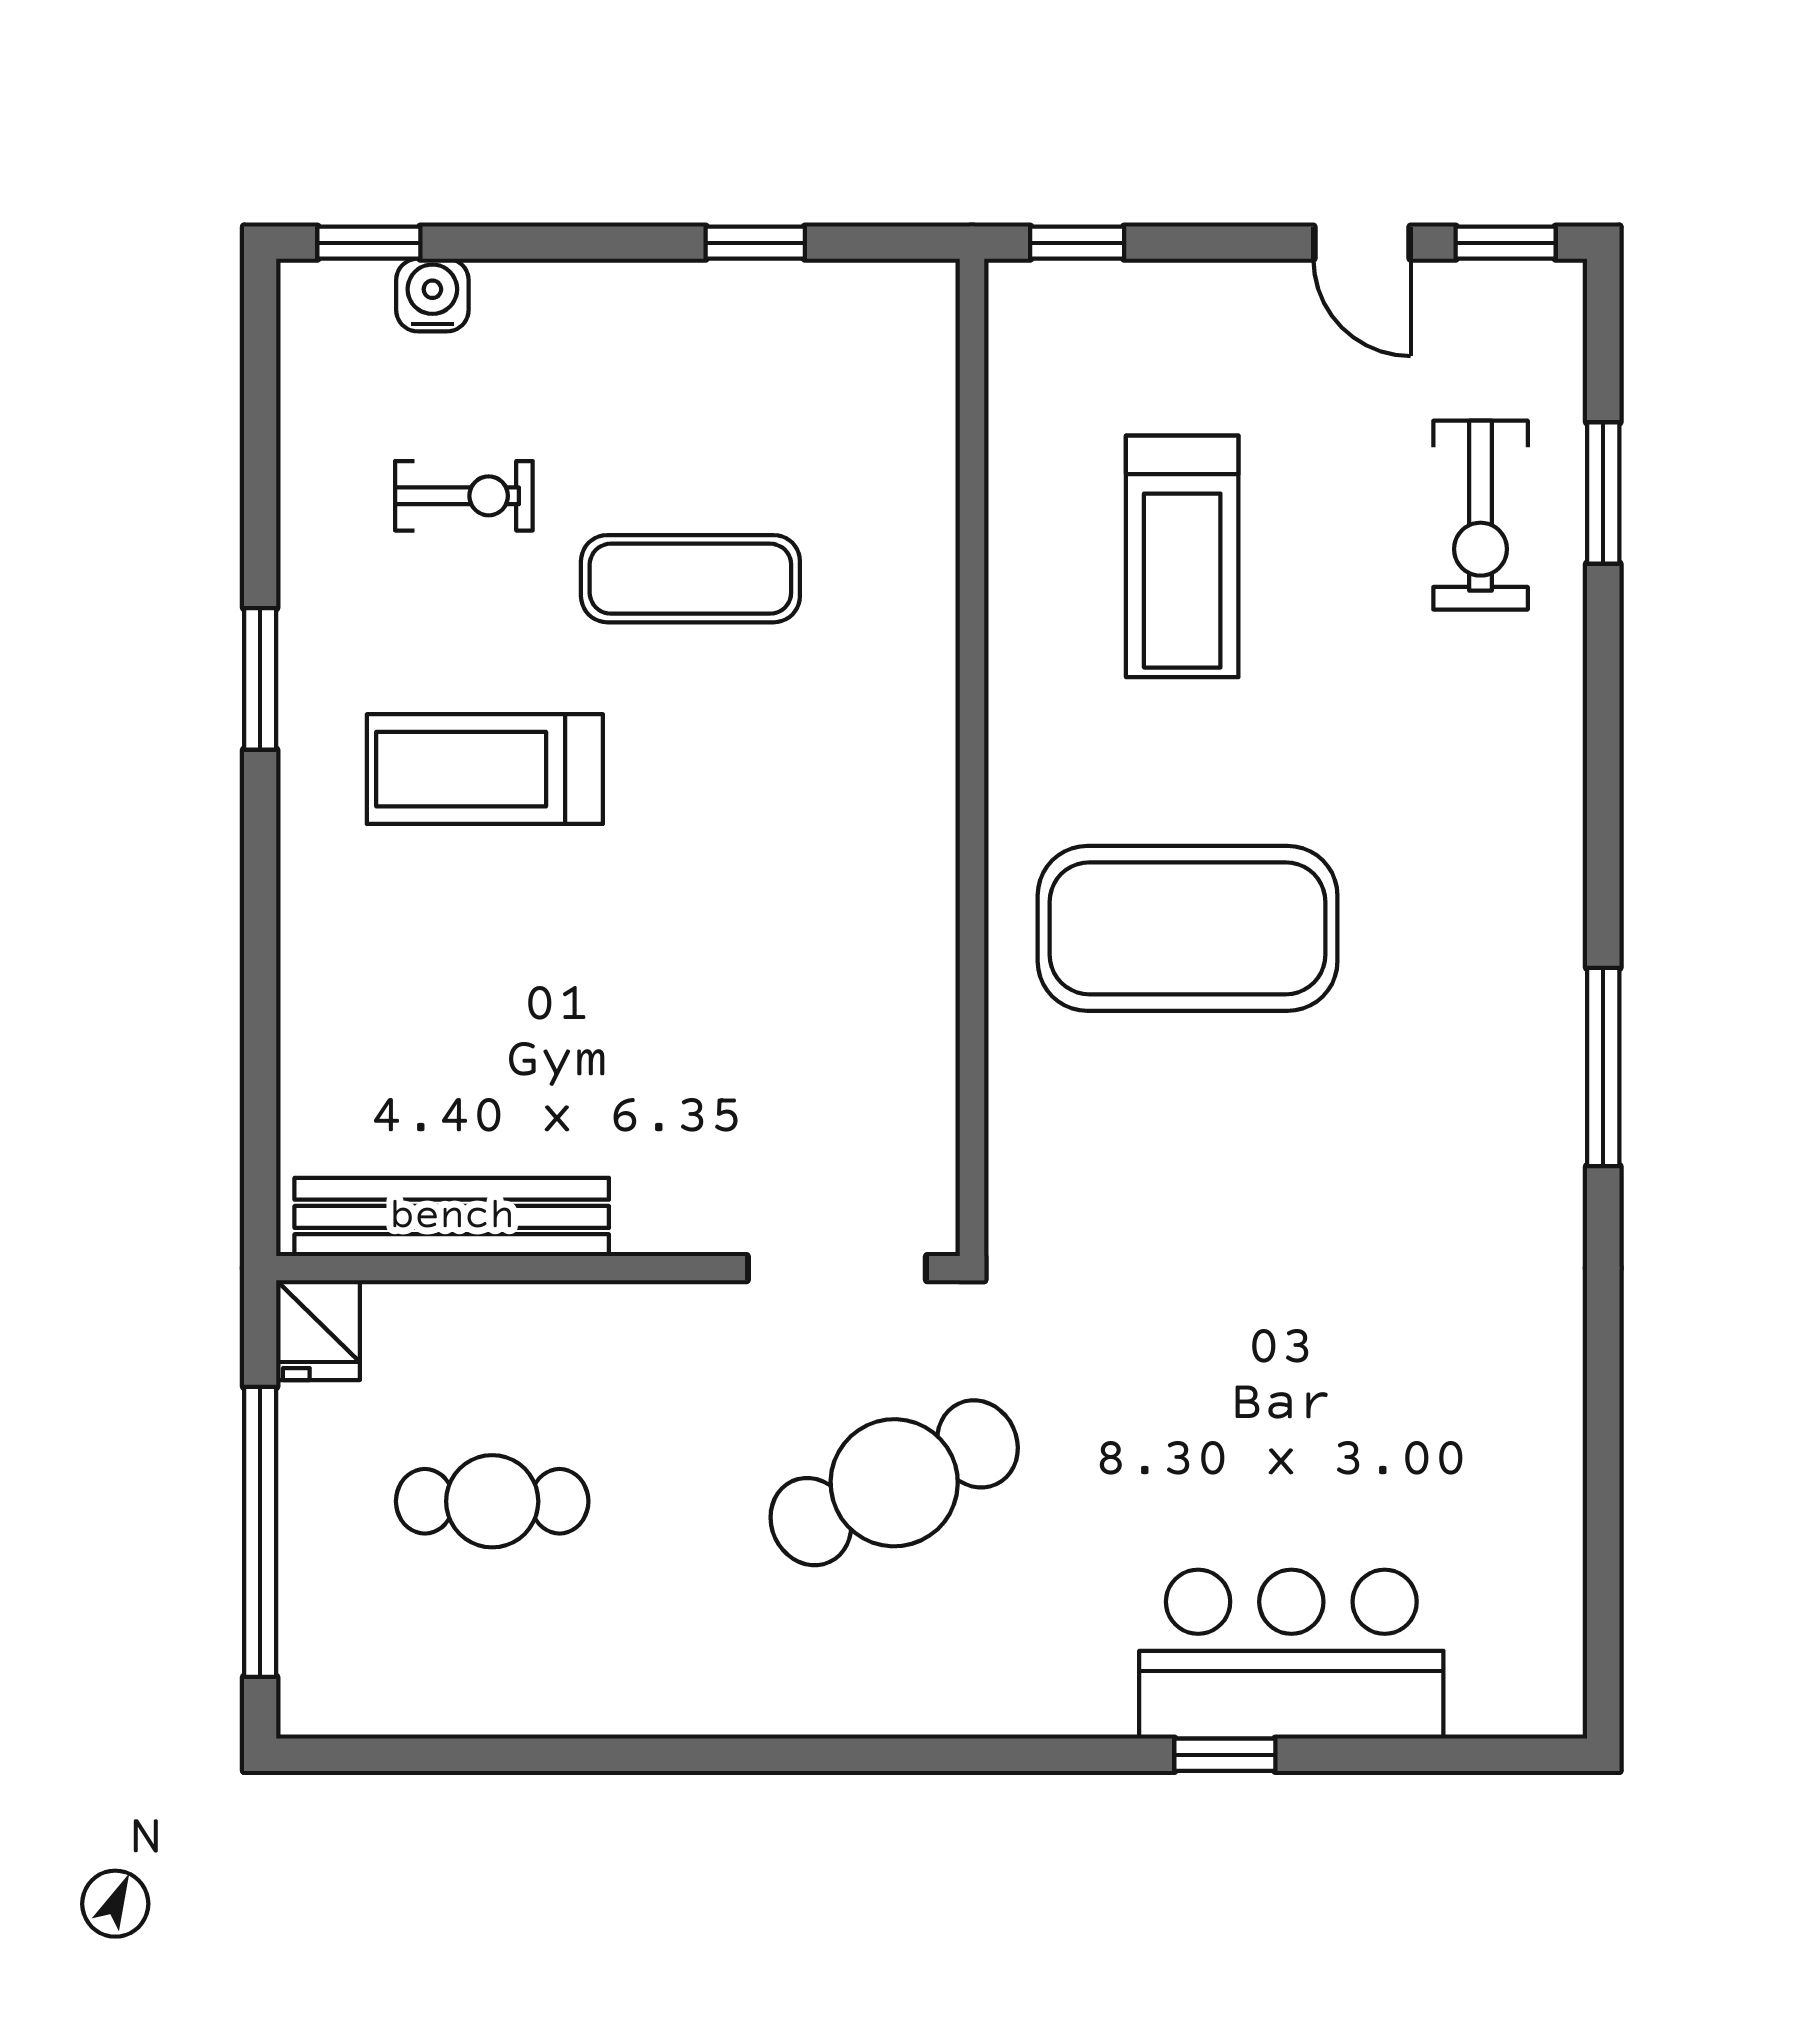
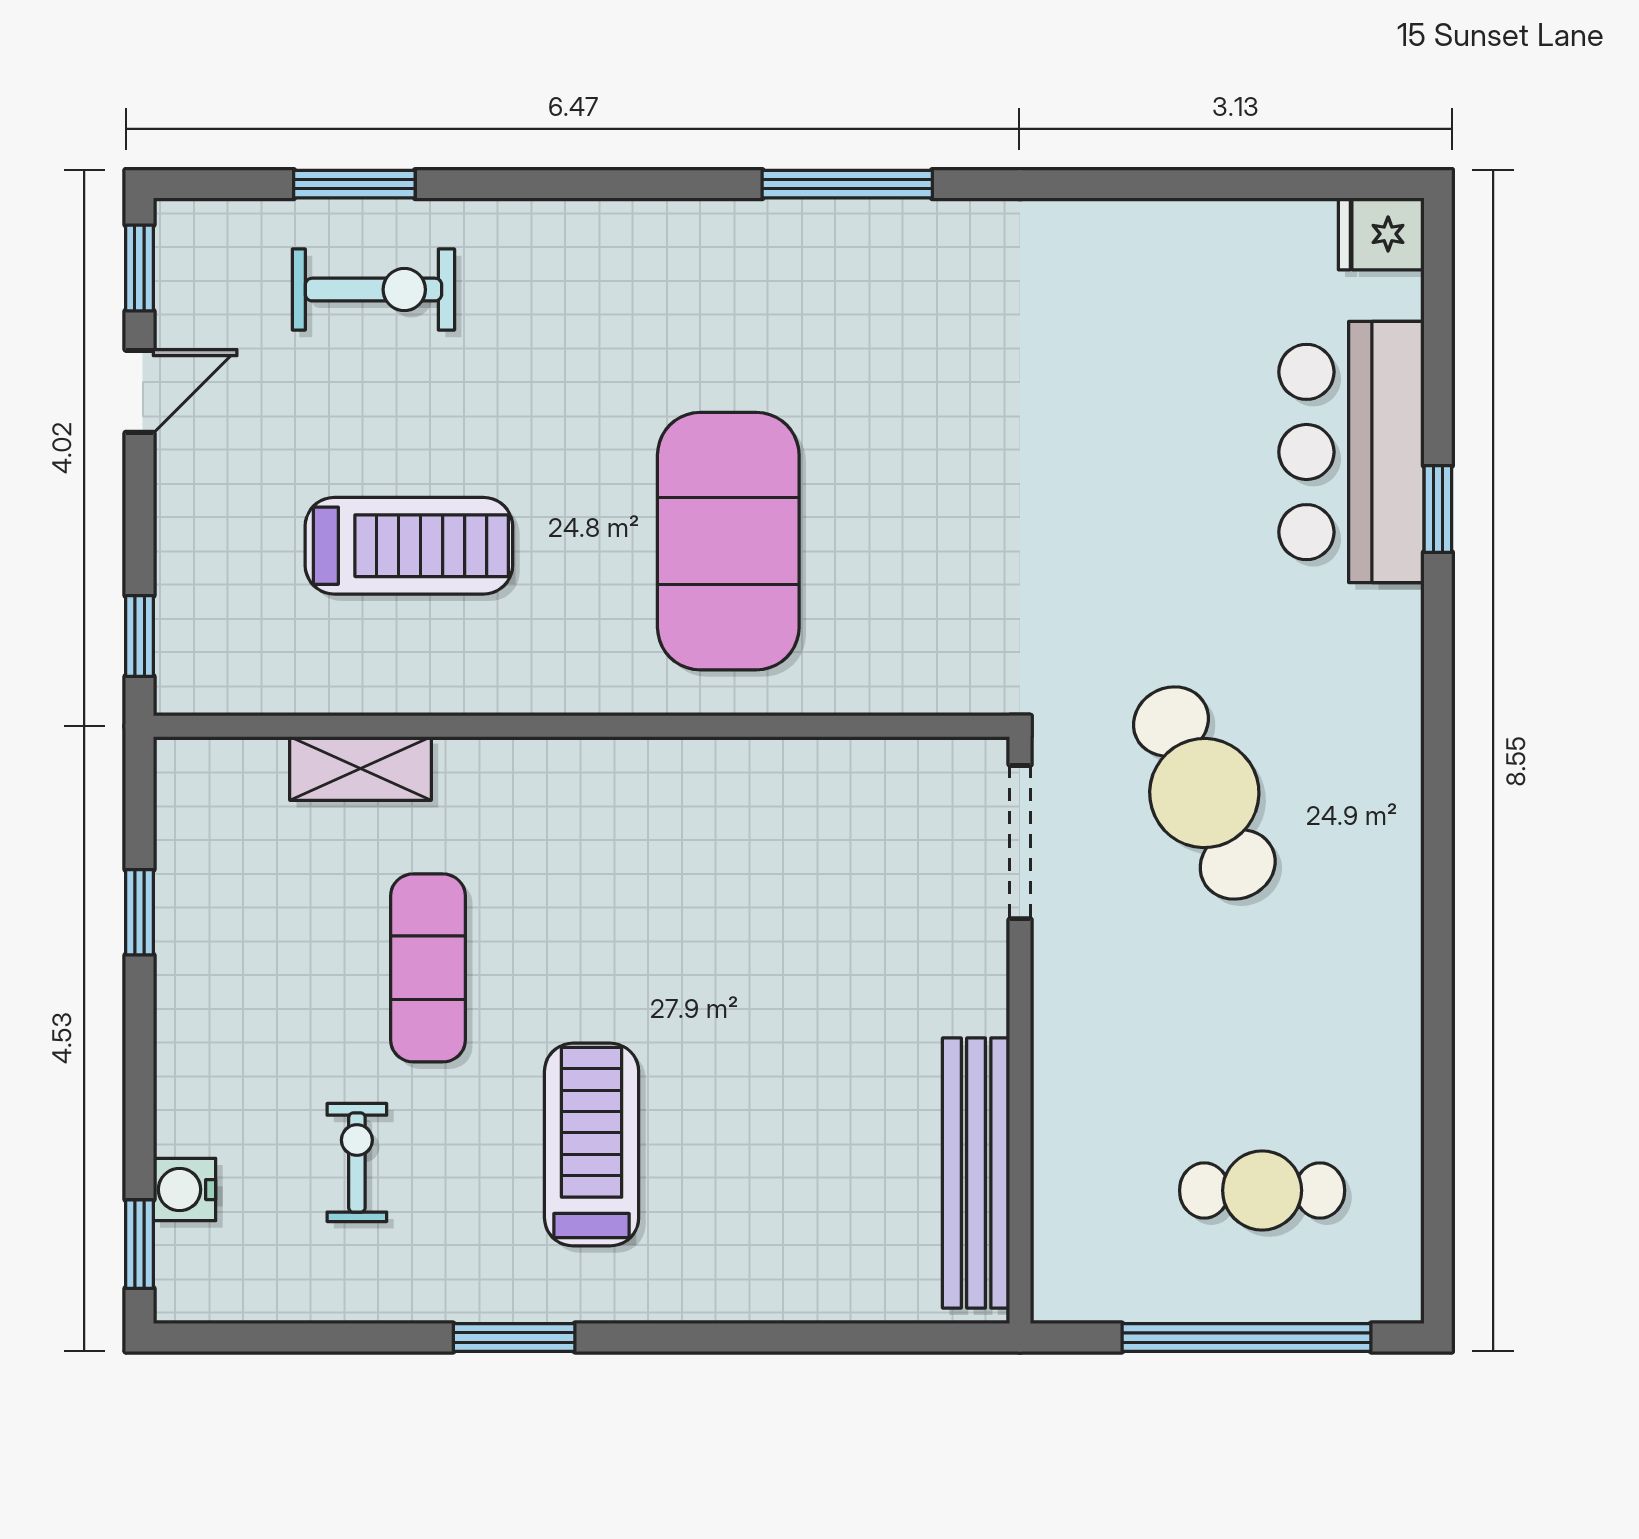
shelving: (923, 500) -> (360, 768), added
treadmill: (485, 769) -> (592, 1145), turned 180
fridge: (318, 1330) -> (1381, 234), moved, turned 180
cafe table: (492, 1501) -> (1262, 1190), moved, turned 90

